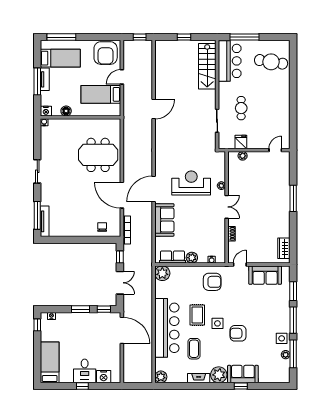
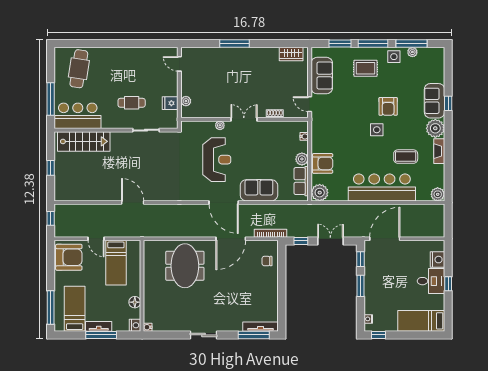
reception desk: (191, 183) -> (217, 160), turned 180
armchair: (212, 282) -> (323, 163), moved, turned 90
rug: (197, 315) -> (365, 68), moved

